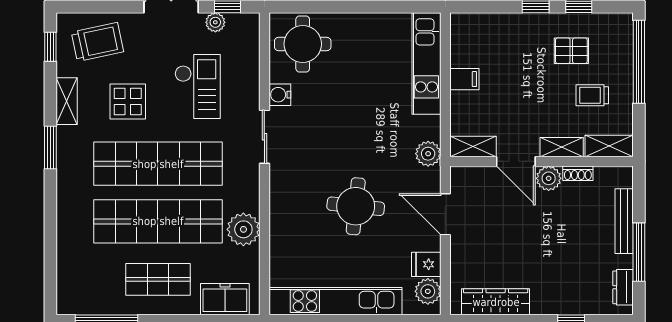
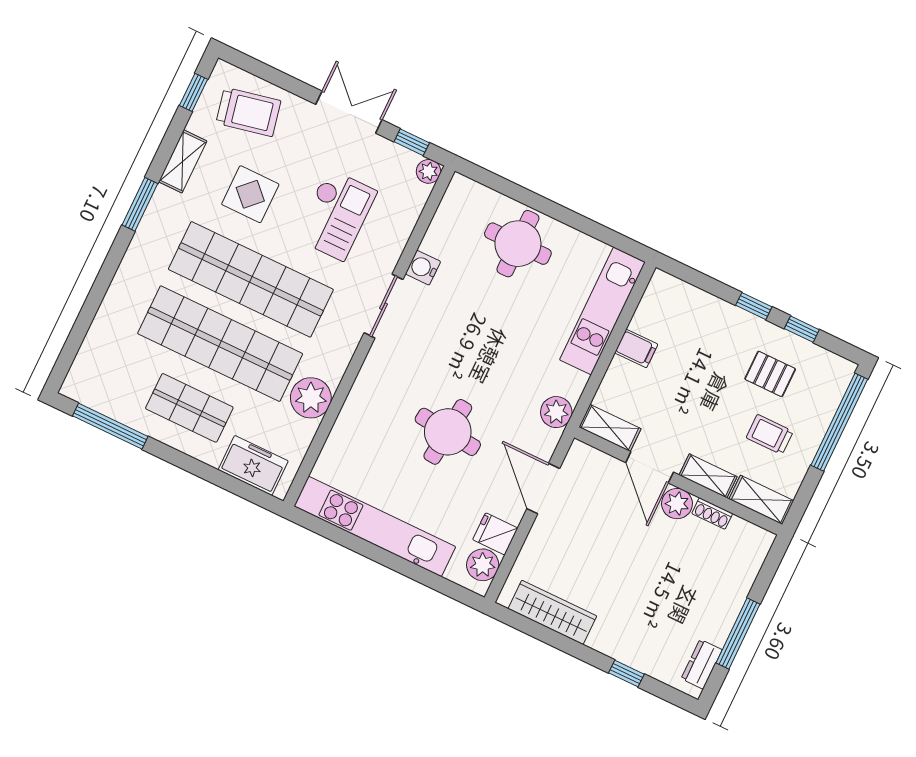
plant: (215, 22) -> (429, 171), moved
round table: (303, 44) -> (518, 244), moved
bench: (624, 221) -> (738, 591), removed

